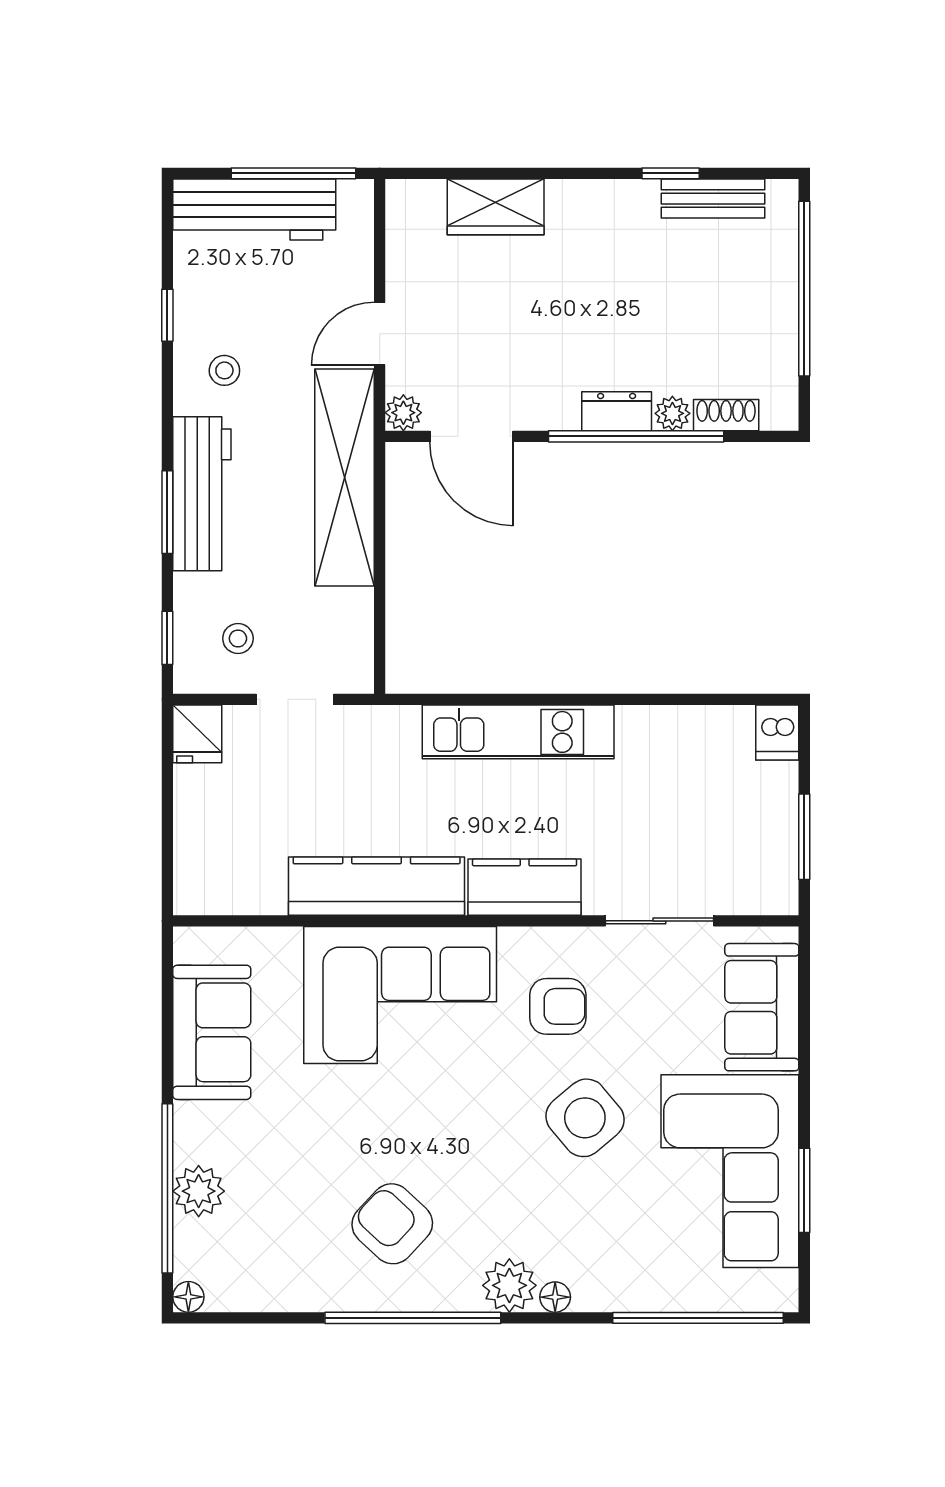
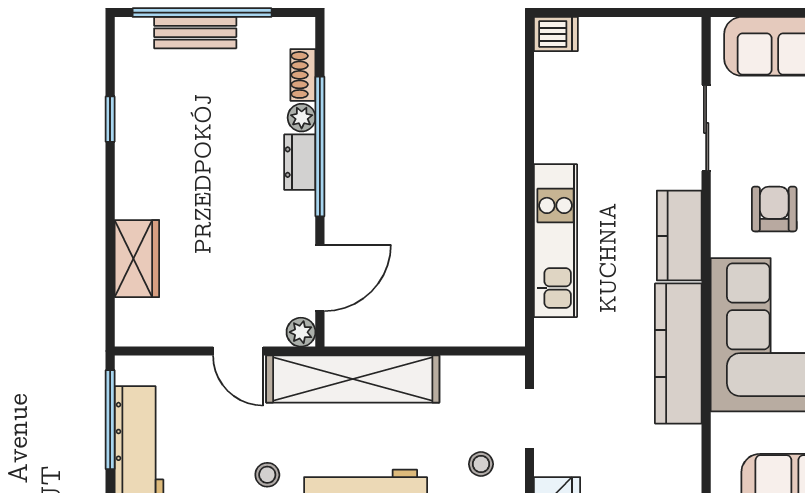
bench: (713, 199) -> (195, 33), moved, turned 90
window: (804, 837) -> (639, 13), removed

